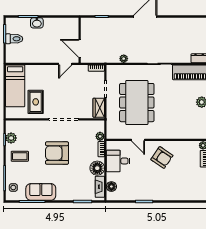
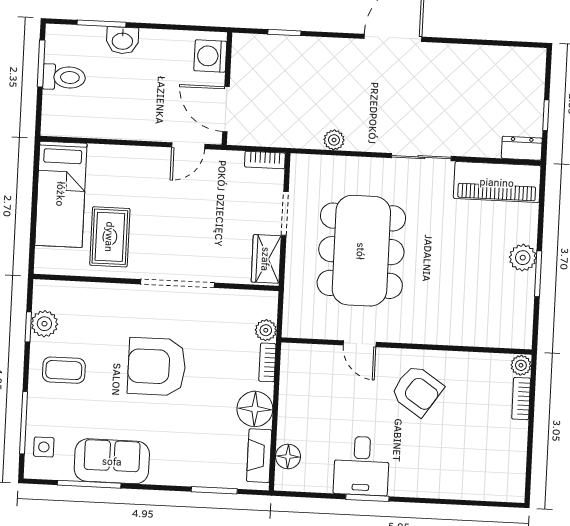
washing machine: (72, 27) -> (210, 56), added
desk: (118, 161) -> (361, 466), moved, turned -90

